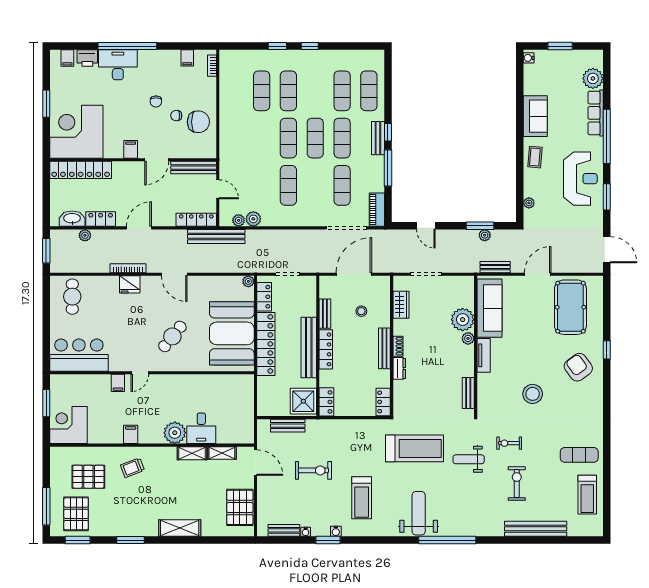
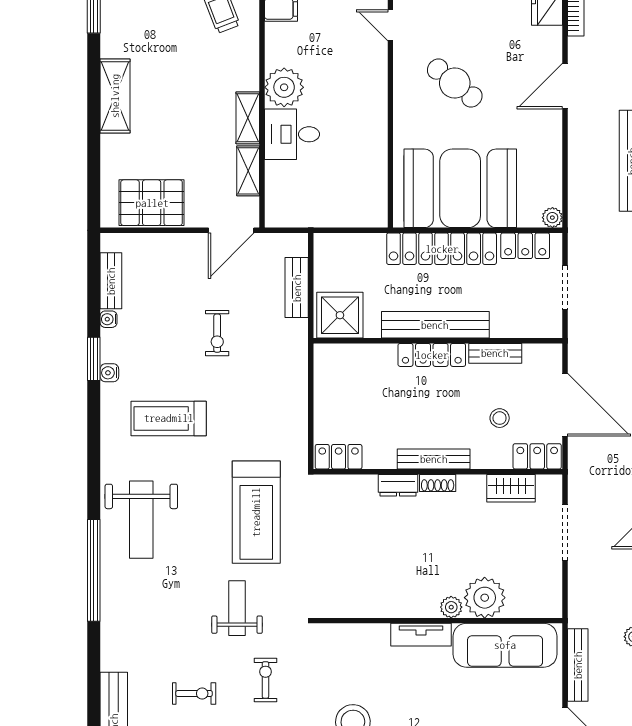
bench: (495, 267) -> (578, 665), width x1.36
bench: (468, 393) -> (354, 608), removed
locker: (326, 402) -> (537, 456), moved, turned 180
exercise bike: (313, 470) -> (217, 333), width x0.73, depth x0.72
exercise bike: (517, 484) -> (194, 694), width x0.73, depth x0.72
weight bench: (419, 513) -> (141, 520), turned 90

